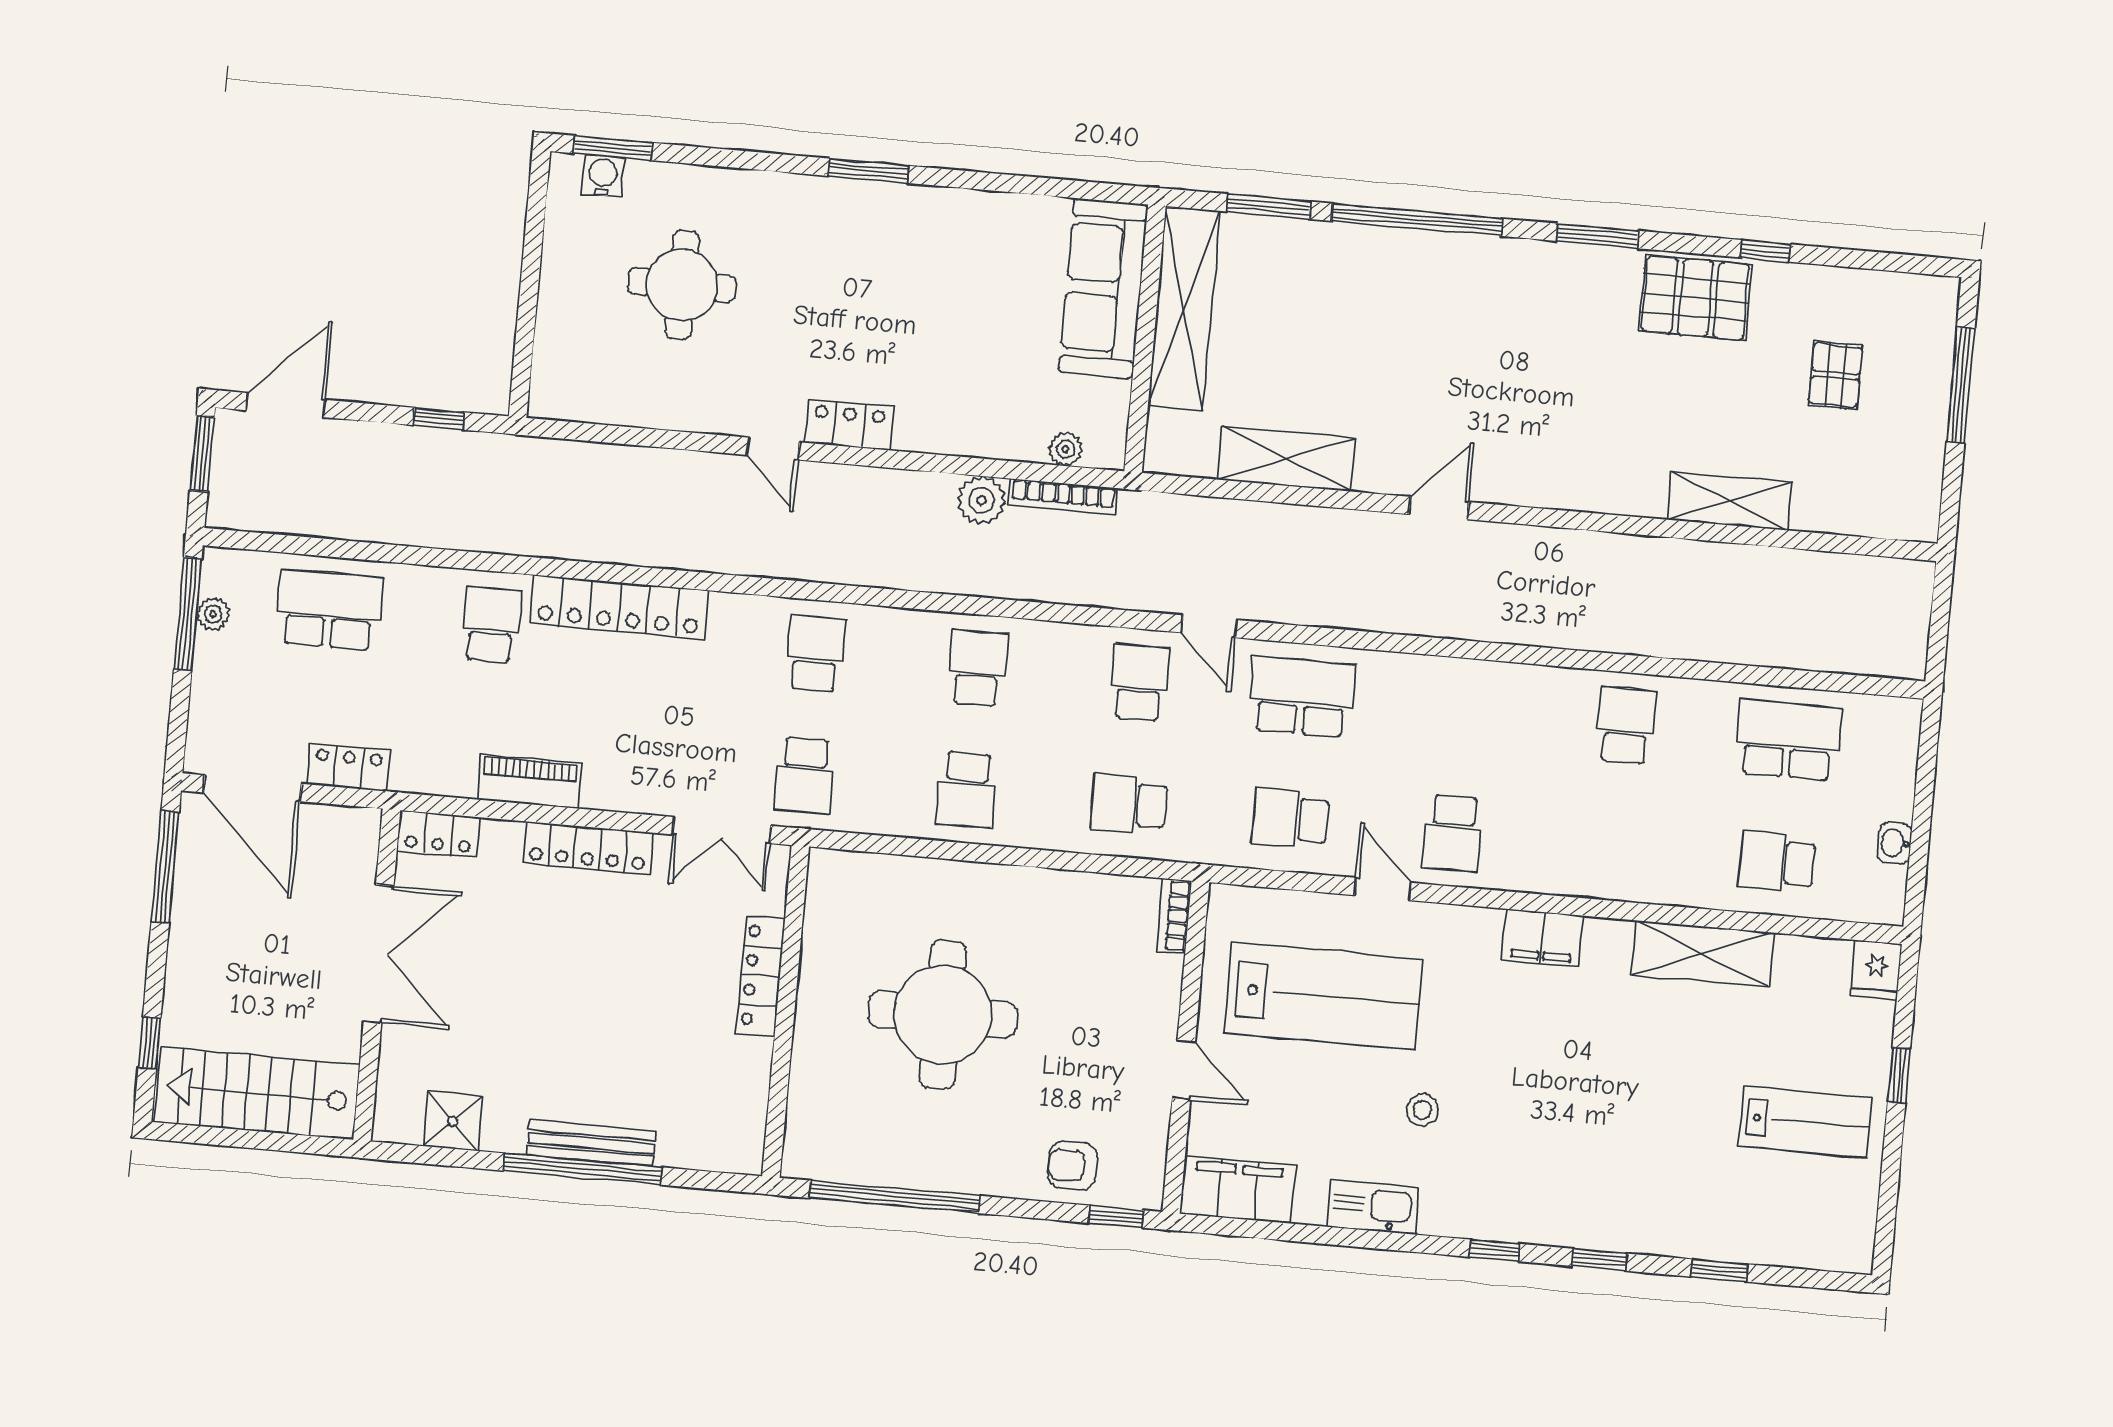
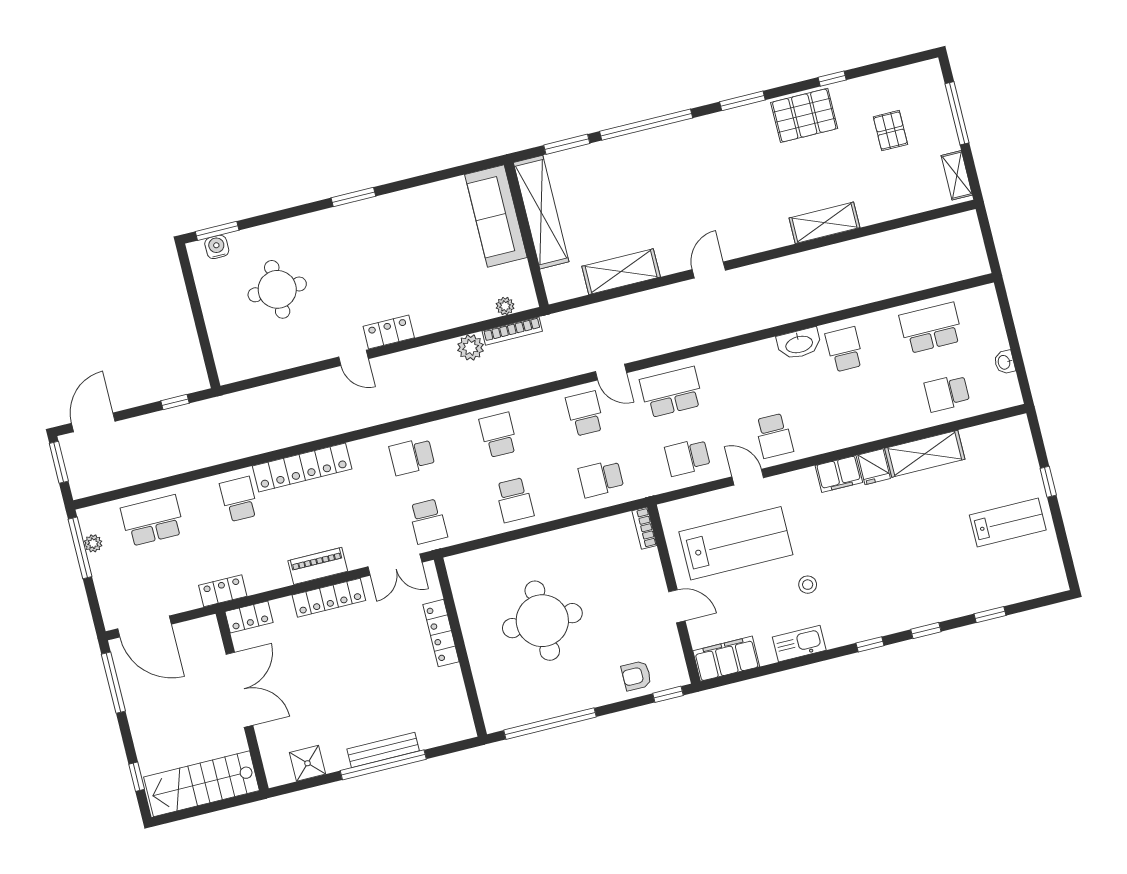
shelving: (1923, 492) -> (957, 175), added
shelving: (1729, 501) -> (824, 223), moved
school desk: (815, 653) -> (412, 456), turned -90
washbasin: (1551, 689) -> (799, 344), added
locker: (348, 768) -> (223, 591), moved
piano: (529, 781) -> (318, 566), moved
fridge: (1876, 970) -> (874, 467), moved

